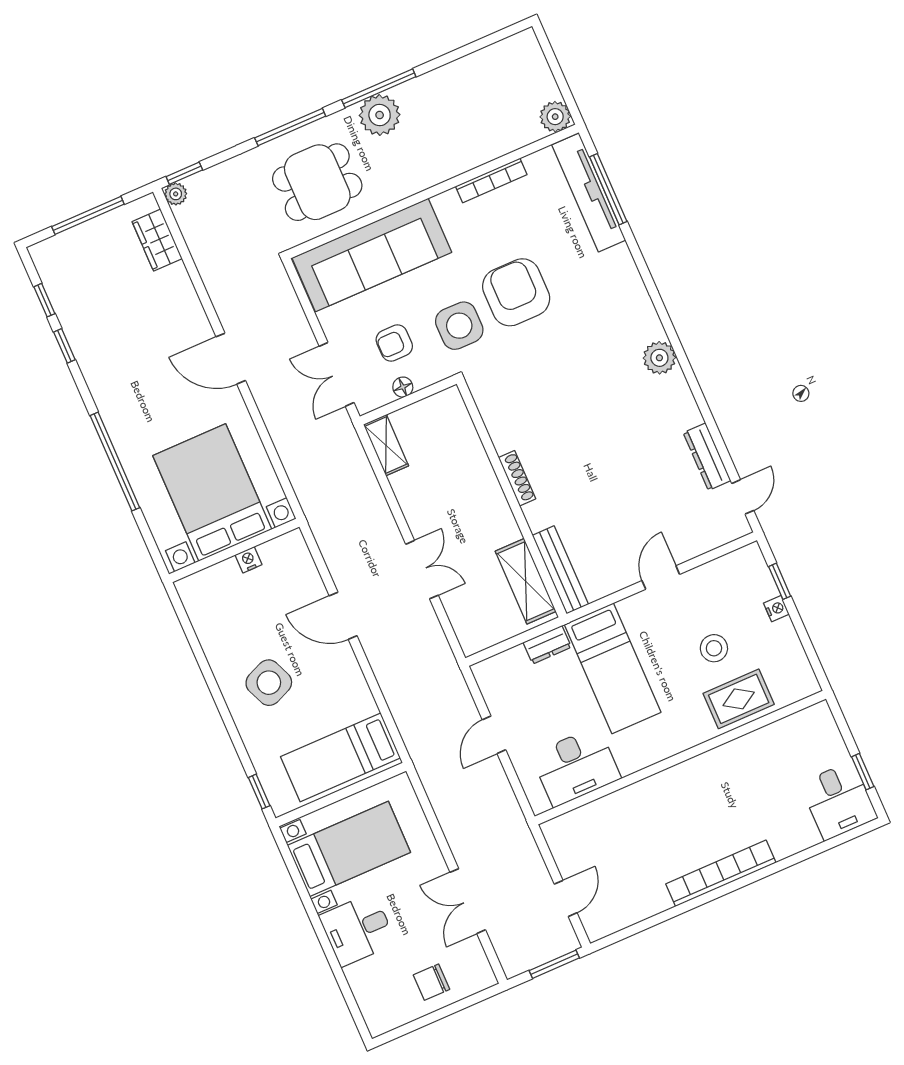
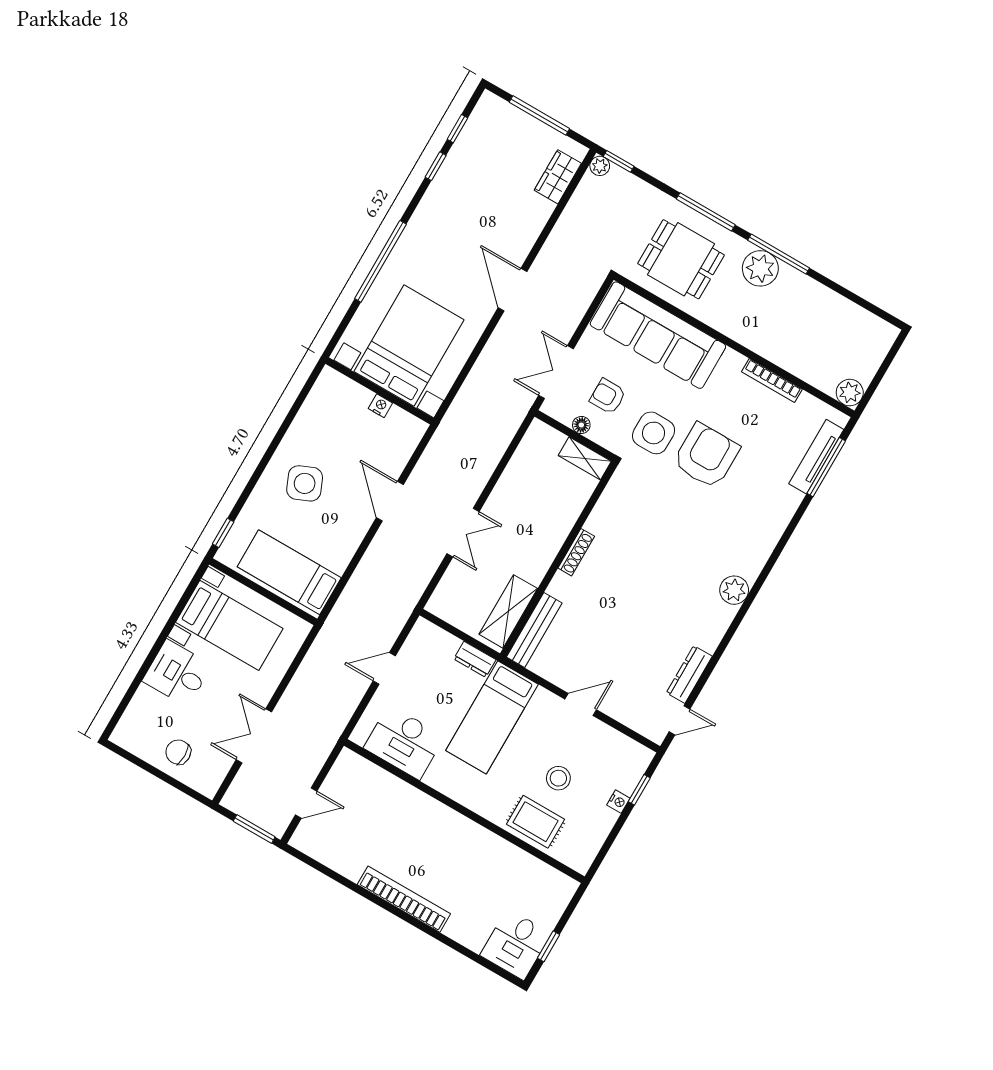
tv unit: (589, 192) -> (816, 457), width x0.73, depth x0.78
shelving: (386, 445) -> (585, 458), moved, turned 90

